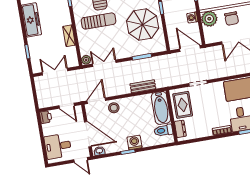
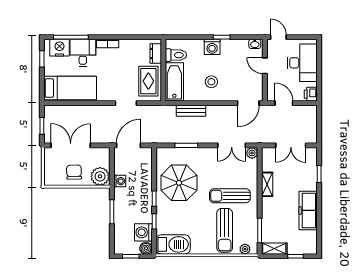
door: (190, 49) -> (129, 145), swing flipped
stool: (114, 108) -> (211, 82), moved
door: (88, 134) -> (265, 66), width x0.53
desk: (58, 146) -> (302, 63), width x1.37

